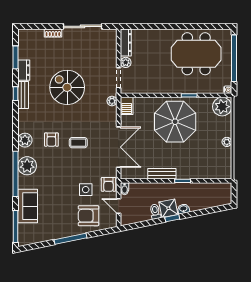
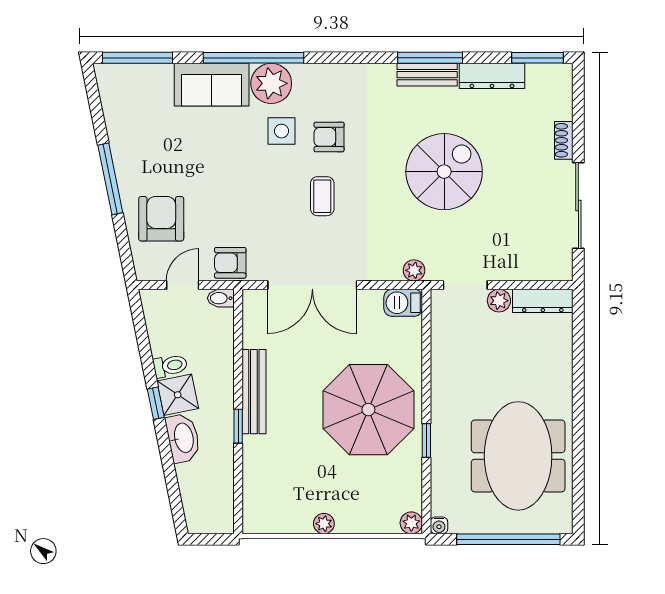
window: (15, 57) -> (537, 58), moved
dresser: (24, 70) -> (492, 76), width x1.44
window: (15, 94) -> (430, 58), width x2.17
plant: (222, 107) -> (411, 523), width x0.53, depth x0.53
plant: (25, 140) -> (328, 79), removed
bench: (162, 174) -> (254, 392), width x1.36
side table: (86, 190) -> (281, 131), moved
sofa: (28, 206) -> (212, 85), moved
washbasin: (183, 209) -> (183, 438), width x1.91, depth x1.45

